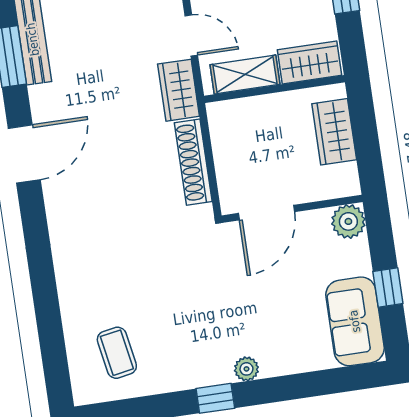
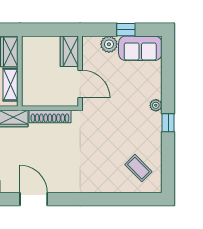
wardrobe: (334, 132) -> (69, 51), moved, turned 90
plant: (348, 221) -> (109, 44), moved
coffee table: (117, 353) -> (138, 168), turned 55

